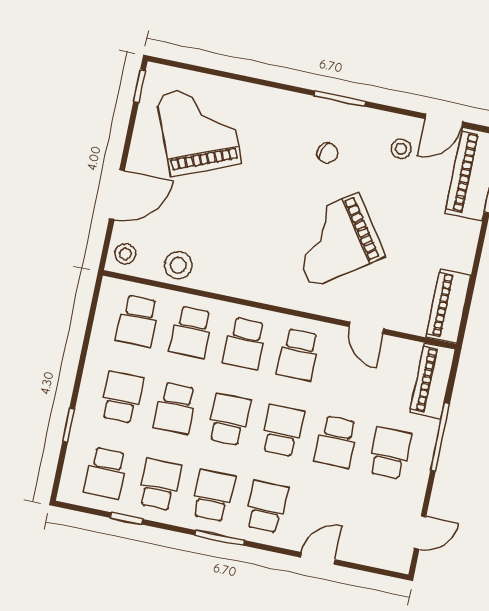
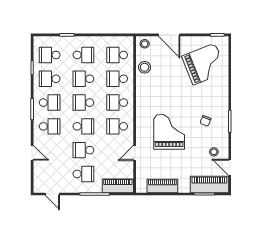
grand piano: (335, 240) -> (169, 132), turned 35
piano: (449, 306) -> (162, 186), moved
school desk: (229, 419) -> (83, 103), turned 180
school desk: (159, 484) -> (50, 79), turned 180

